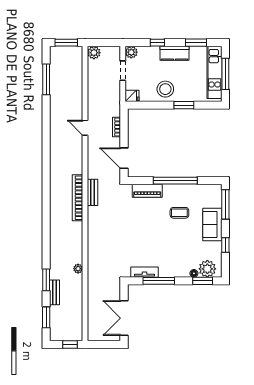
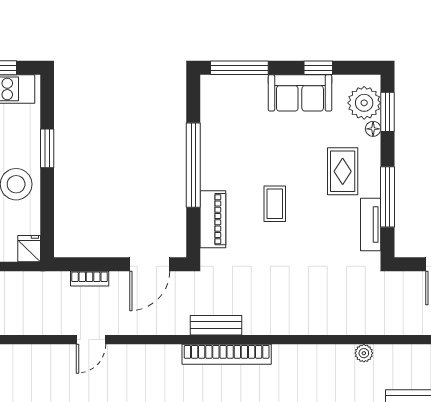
coffee table: (179, 213) -> (275, 204), moved
sofa: (212, 224) -> (300, 93), moved
rug: (172, 258) -> (343, 171), added

